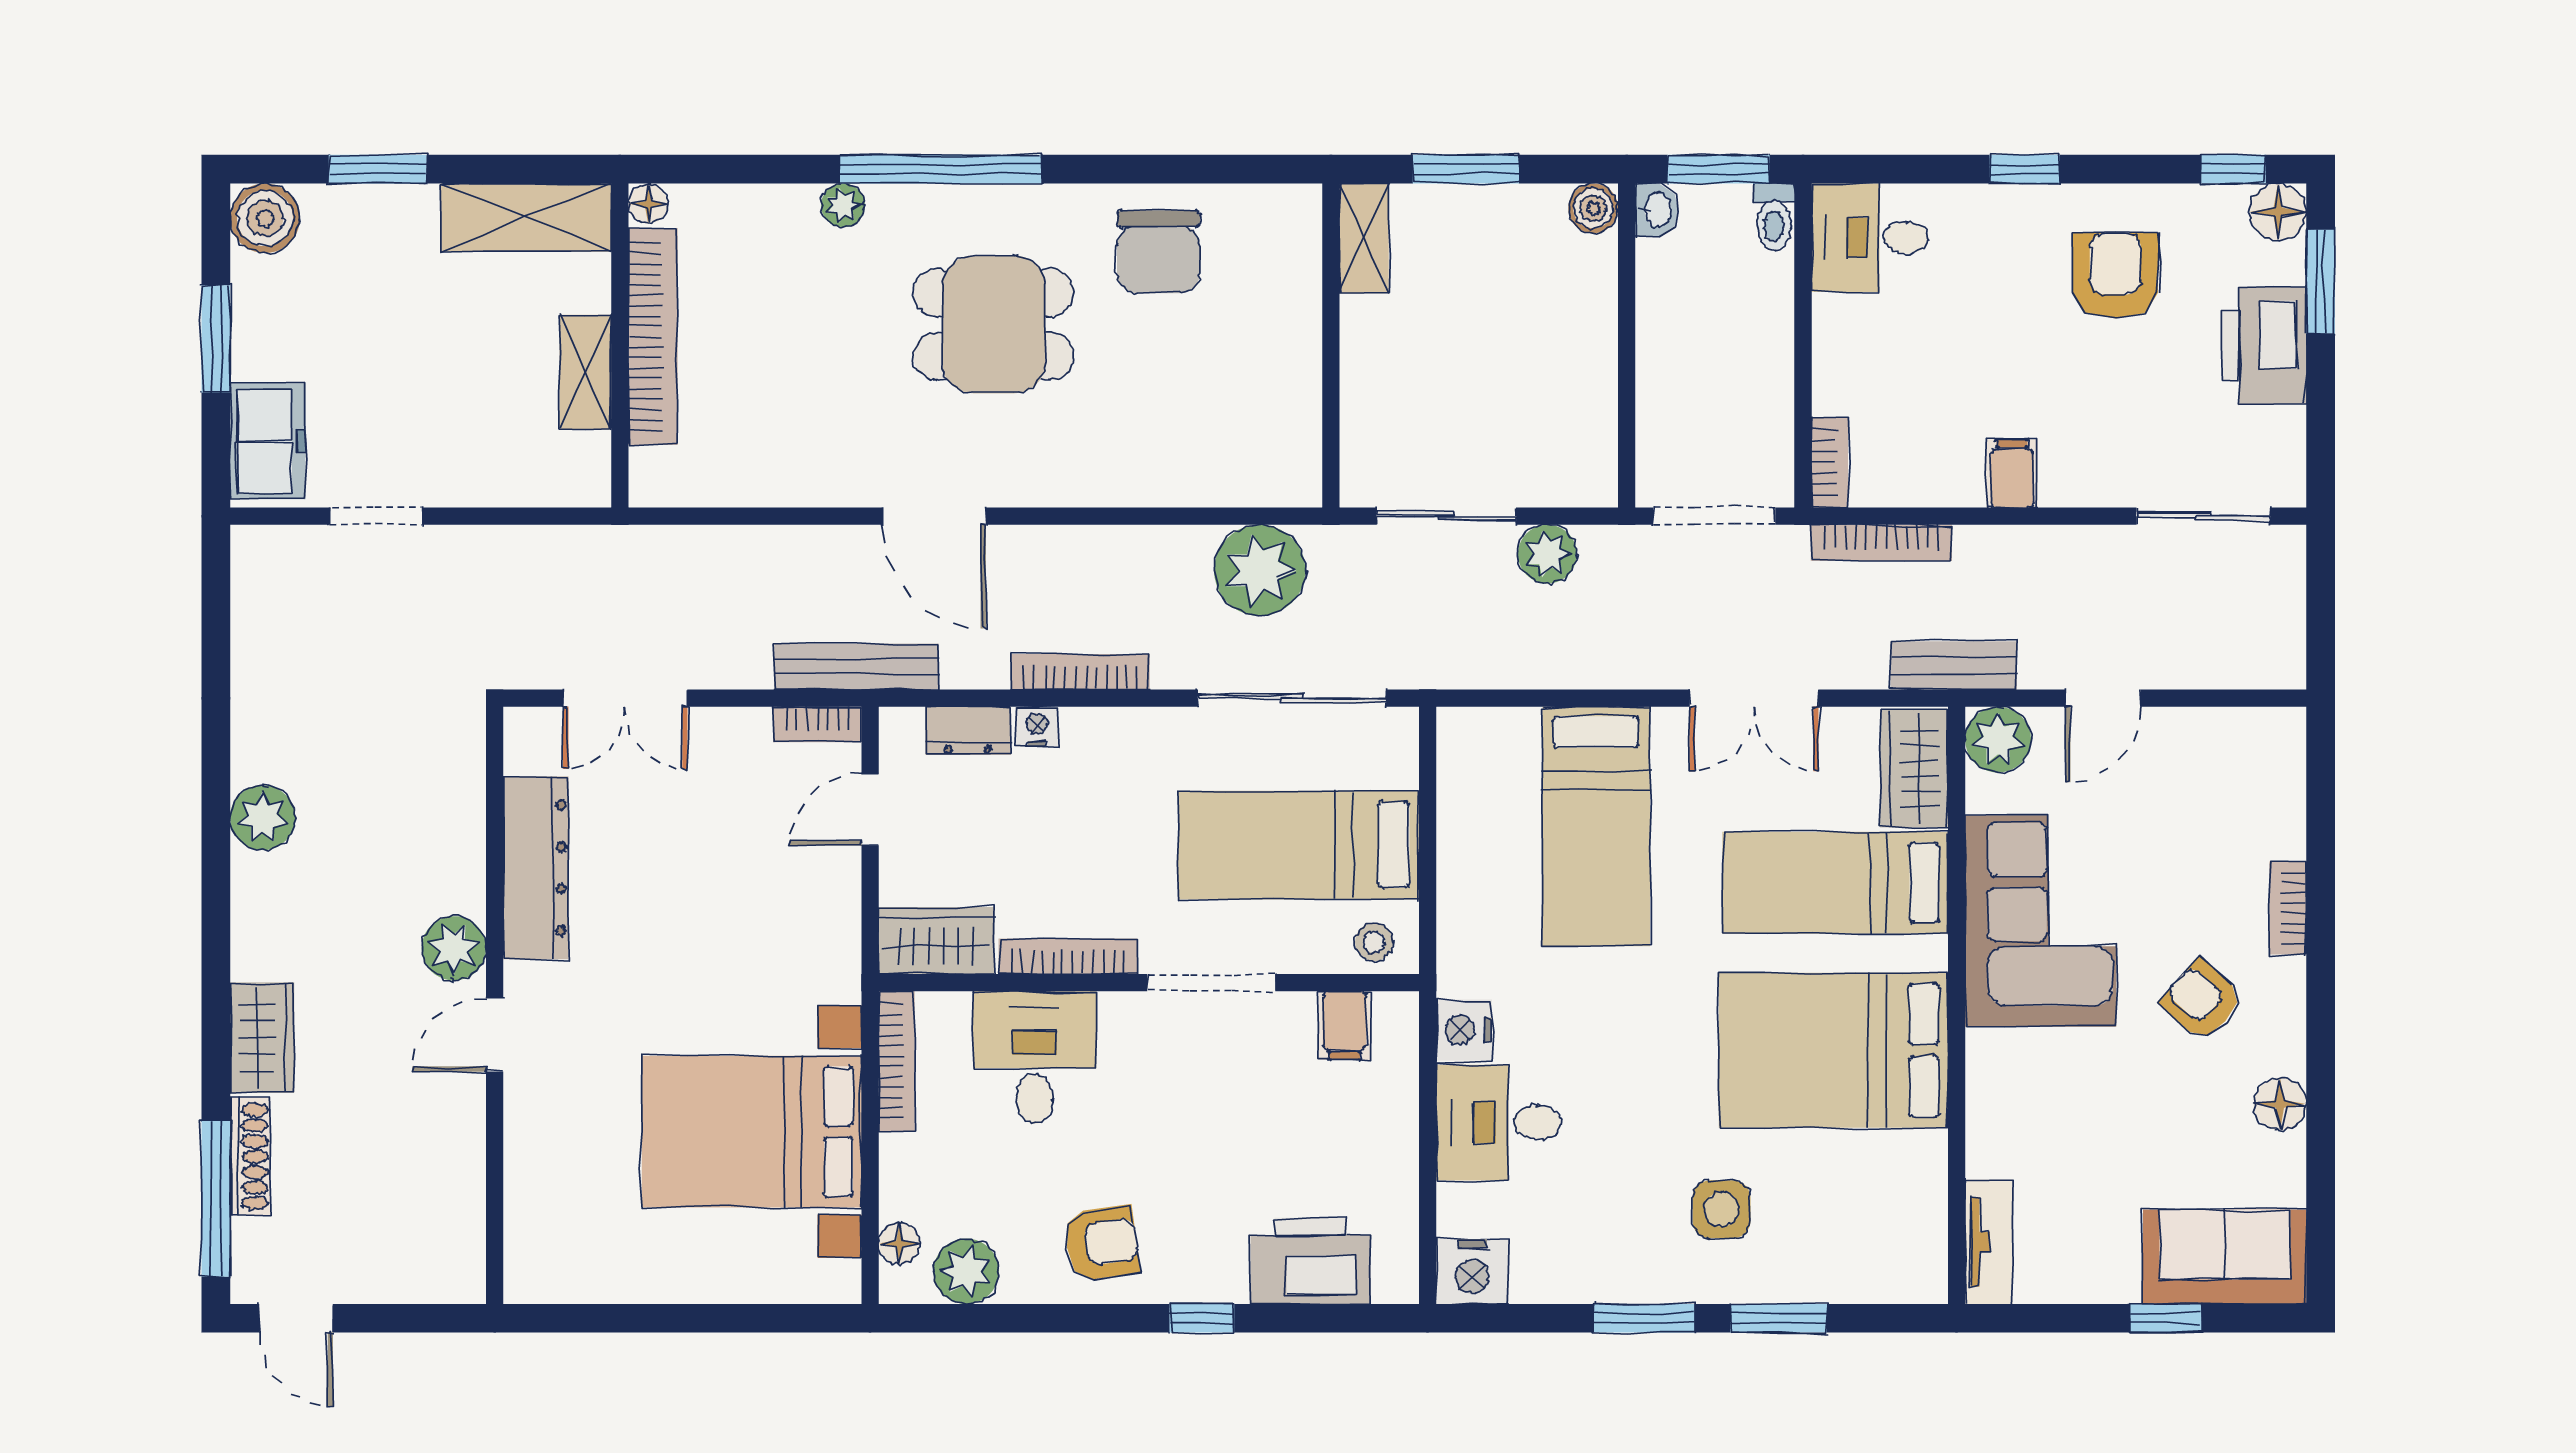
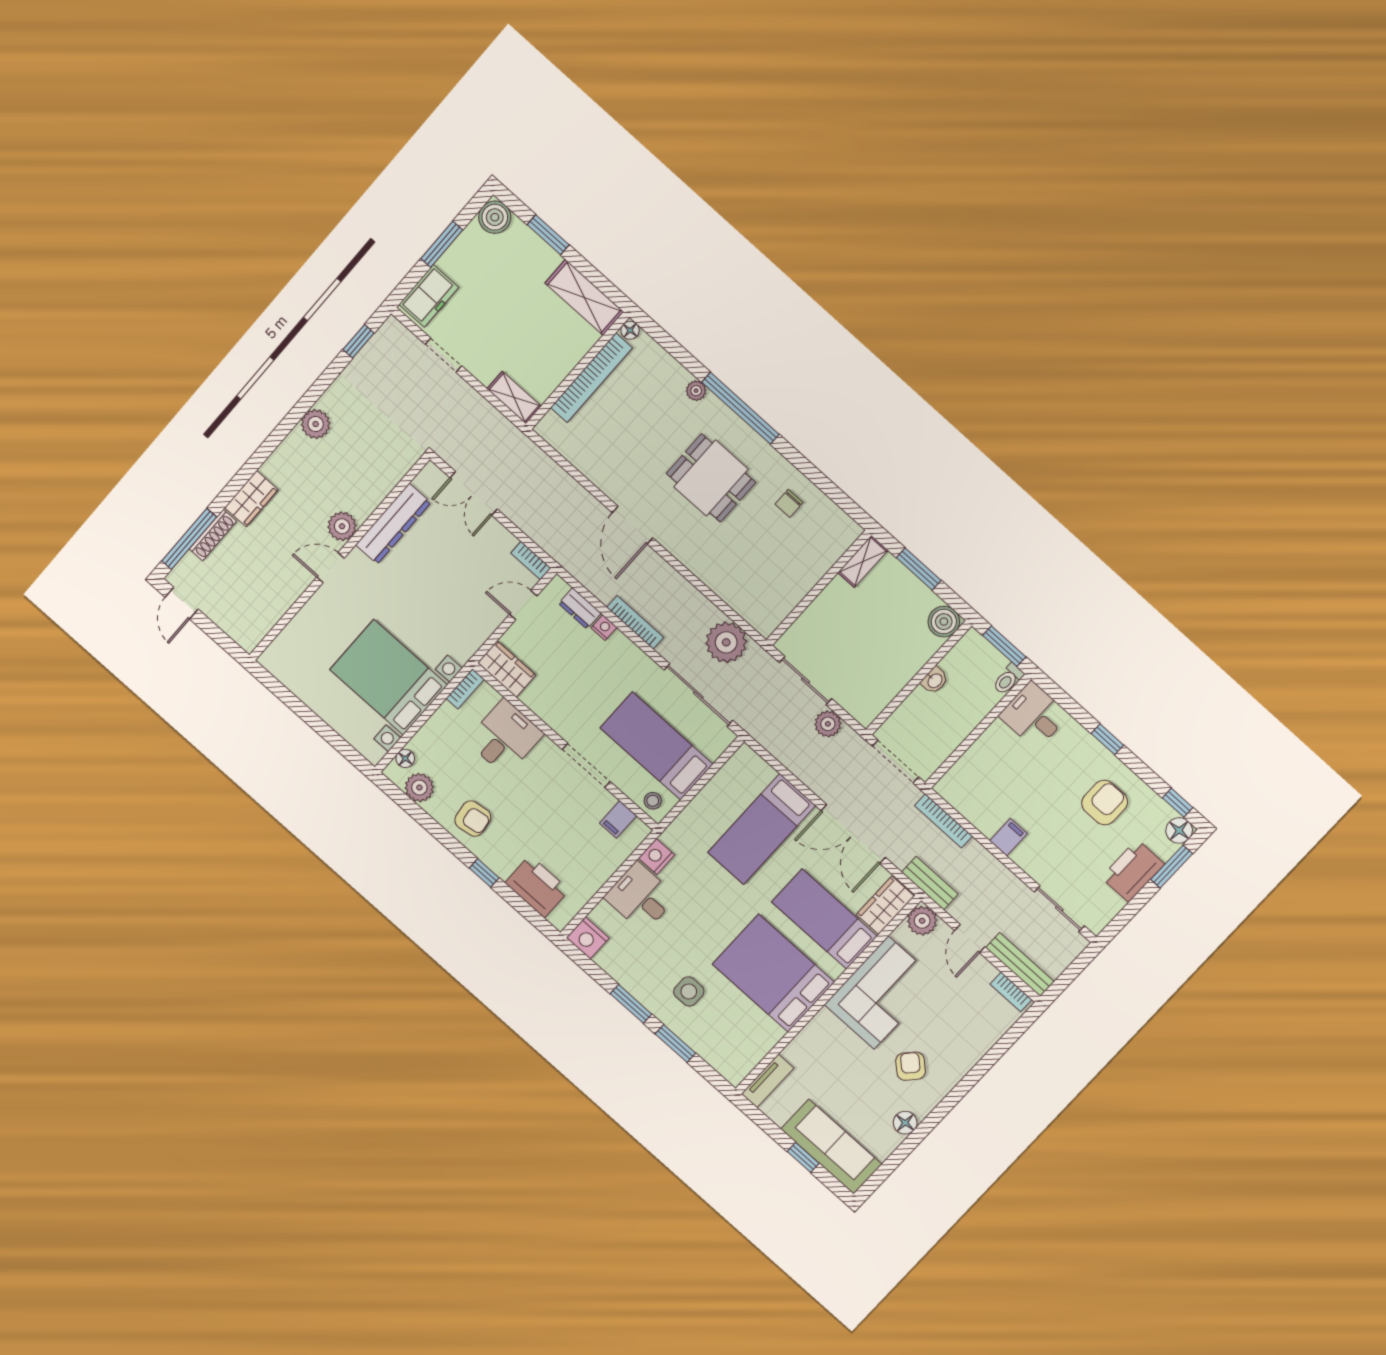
boiler: (1593, 208) -> (944, 622), width x1.36, depth x1.36
washbasin: (1657, 210) -> (935, 680), moved
chair: (1159, 252) -> (789, 503), width x0.54, depth x0.54
shelving: (586, 372) -> (514, 398), moved, turned 90
bookcase: (1830, 462) -> (951, 778), removed
window: (216, 618) -> (359, 341), added
bench: (856, 667) -> (1020, 965), moved
double door: (1754, 698) -> (853, 834), width x1.37
door: (2103, 698) -> (970, 939), hinge flipped
bookcase: (2288, 908) -> (1011, 992), moved, turned -90
bookcase: (1068, 956) -> (546, 714), removed
bookcase: (897, 1061) -> (465, 689), width x0.64
sofa: (2225, 1257) -> (831, 1147), width x1.36

